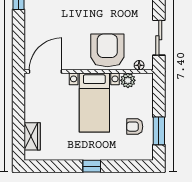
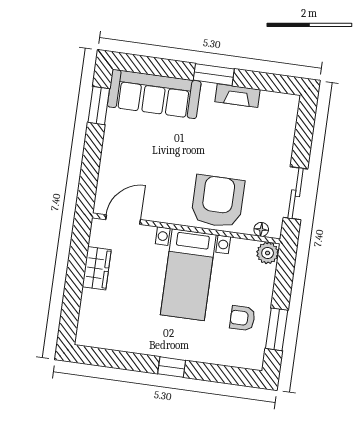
door: (45, 72) -> (123, 220), width x0.73
plant: (128, 80) -> (268, 253), moved
wardrobe: (32, 136) -> (97, 268), moved

